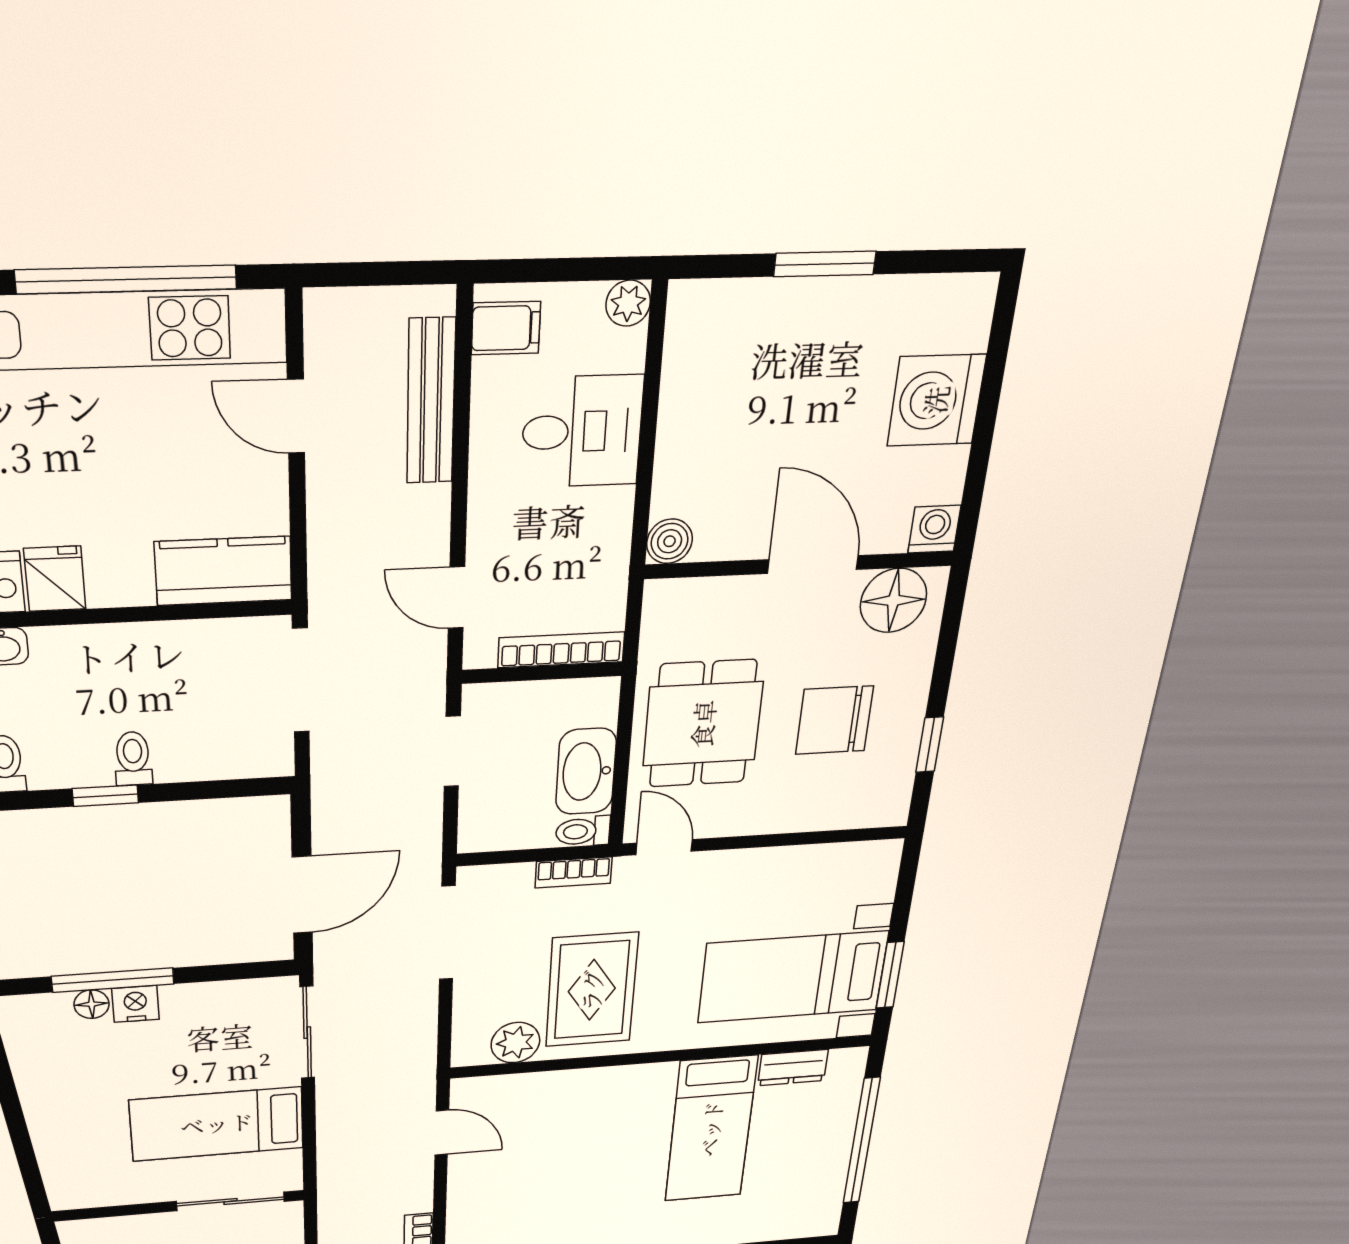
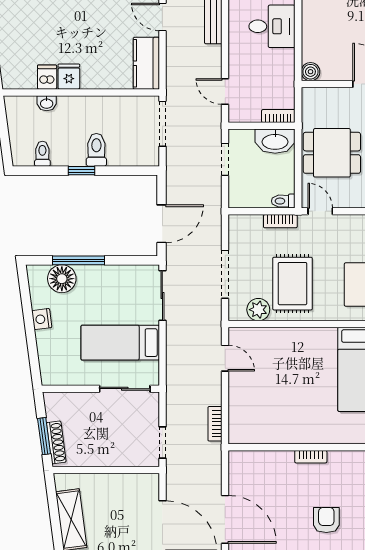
kitchen counter: (224, 571) -> (146, 63), moved, turned -90
bookcase: (561, 650) -> (278, 116), width x0.64
dining table: (703, 724) -> (332, 153), turned 90
toilet: (133, 759) -> (96, 150), width x1.37, depth x1.39
washbasin: (586, 771) -> (275, 141), moved, turned -90
doorway: (447, 933) -> (225, 274), moved
floor lamp: (92, 1004) -> (62, 279), width x1.89, depth x1.89
nightstand: (135, 1004) -> (42, 319), moved, turned -98

